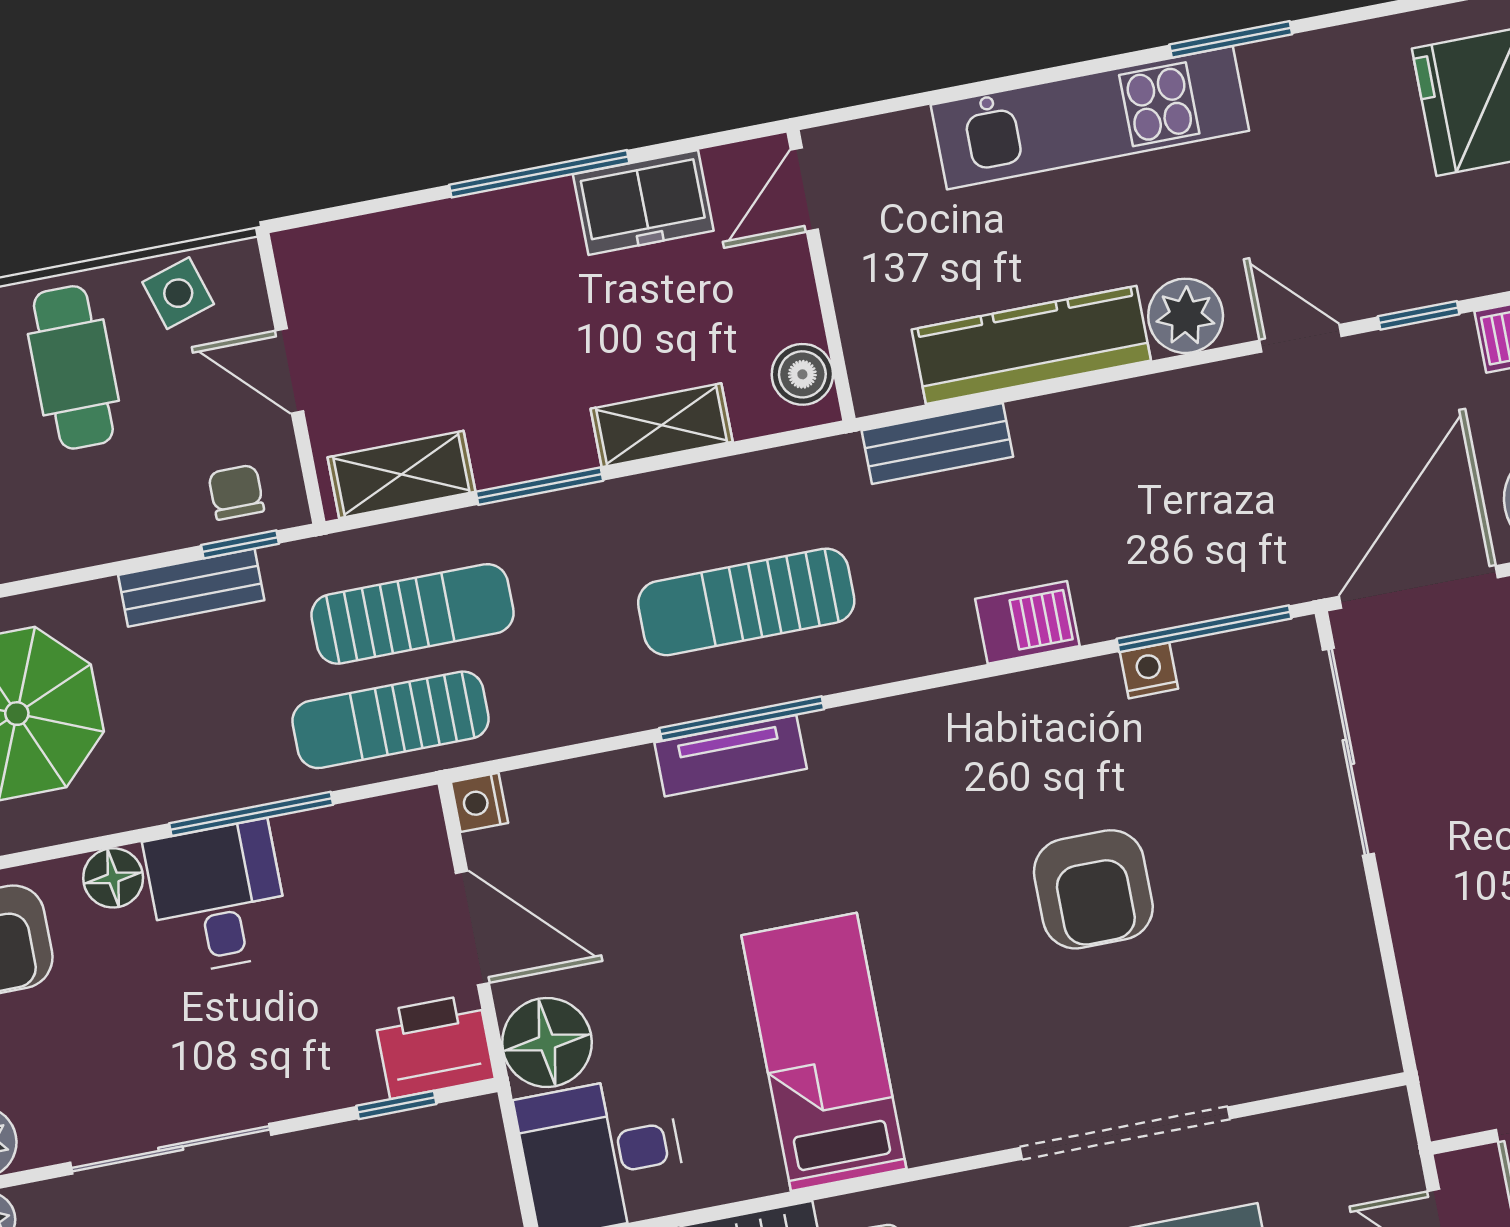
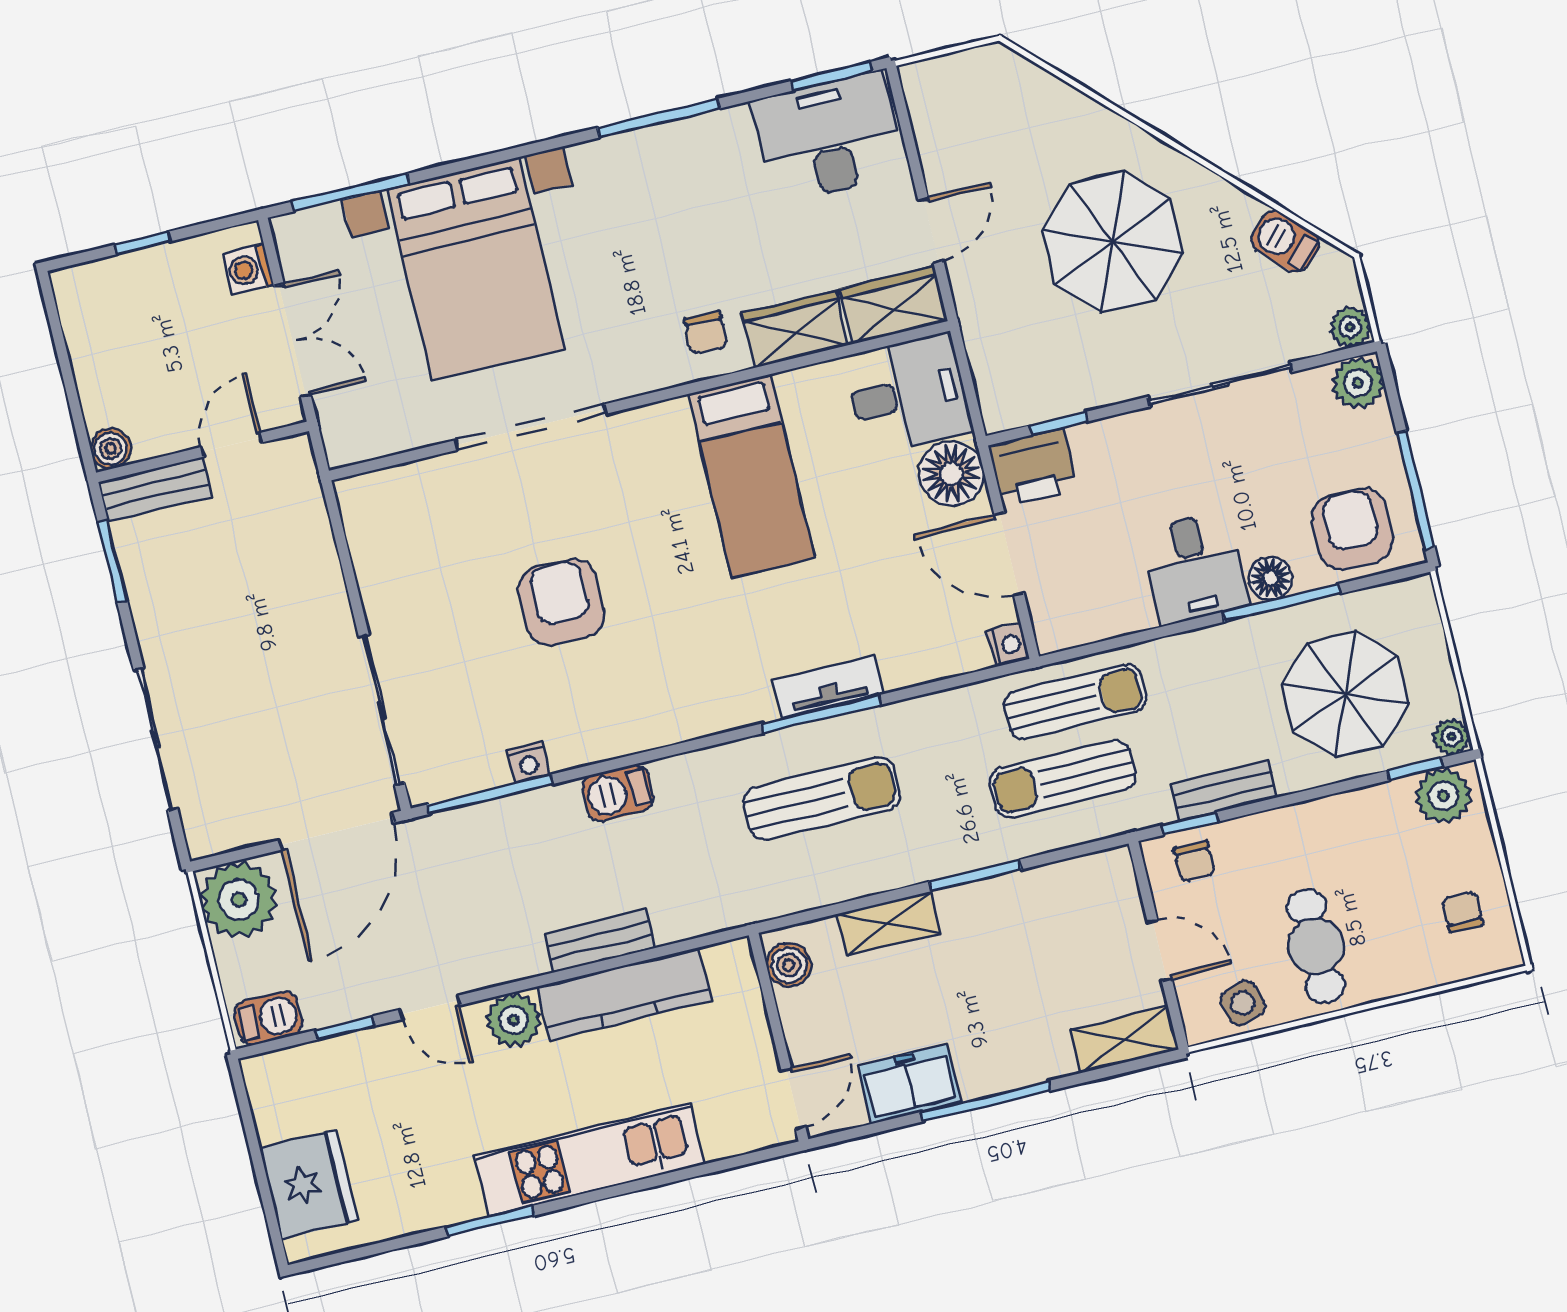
bench: (937, 444) -> (600, 941), moved
shelving: (401, 474) -> (1125, 1039), moved
window: (251, 814) -> (1281, 603), moved

